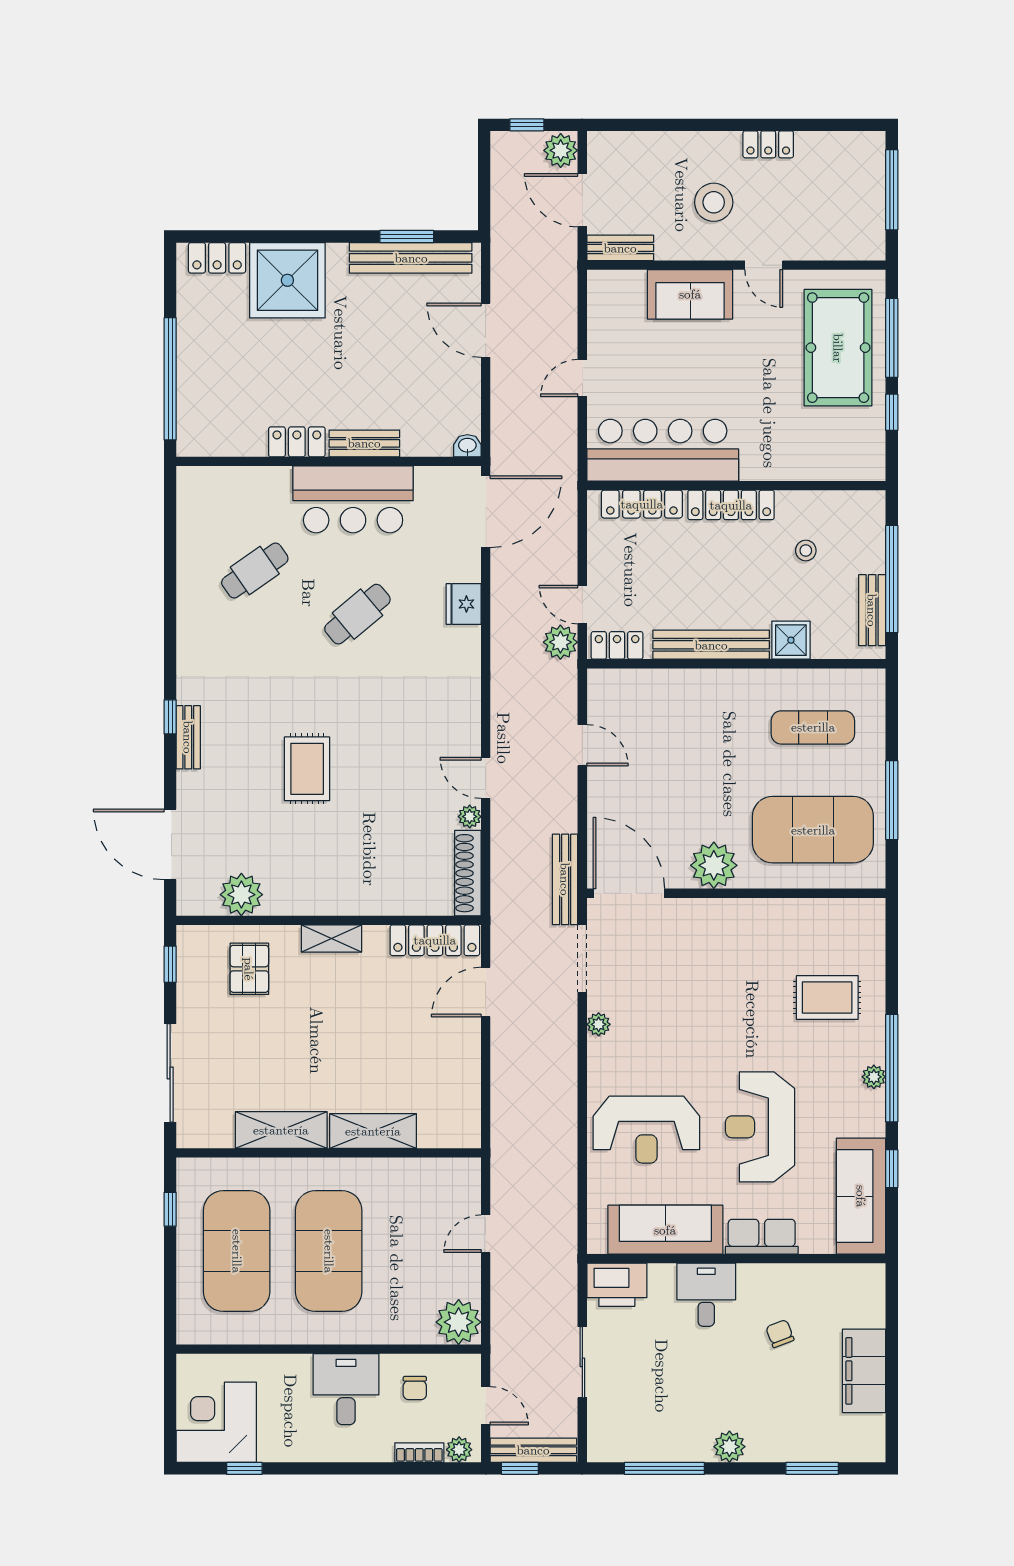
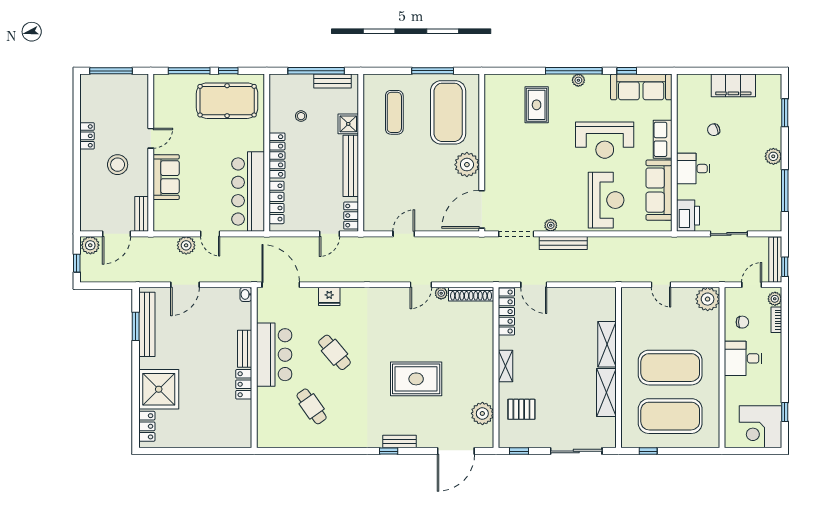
pool table: (838, 348) -> (227, 101), moved
window: (170, 379) -> (211, 451), removed
plant: (560, 642) -> (186, 245), moved
rug: (307, 769) -> (416, 379), width x1.36, depth x1.43
bench: (565, 879) -> (563, 243), moved

